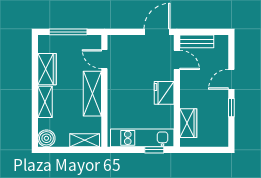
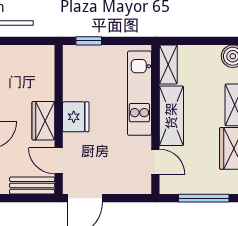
wardrobe: (188, 123) -> (43, 121), moved
kitchen unit: (142, 138) -> (139, 93), moved, turned 90
shelving: (85, 140) -> (168, 65), moved, turned 90

